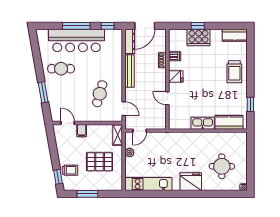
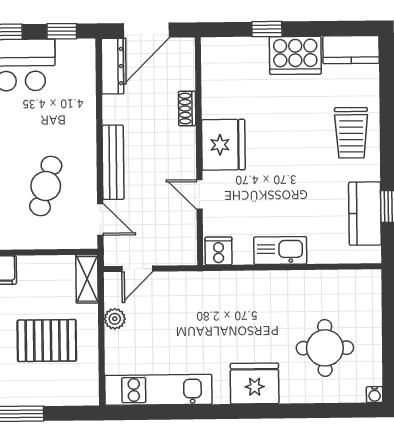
cooker: (199, 37) -> (295, 55), moved
dishwasher: (175, 56) -> (215, 99), removed
bench: (130, 71) -> (113, 162), moved
fridge: (176, 76) -> (223, 145), width x1.88, depth x1.34
kitchen counter: (229, 122) -> (365, 214), moved, turned -90
cooker: (176, 123) -> (219, 251), added

